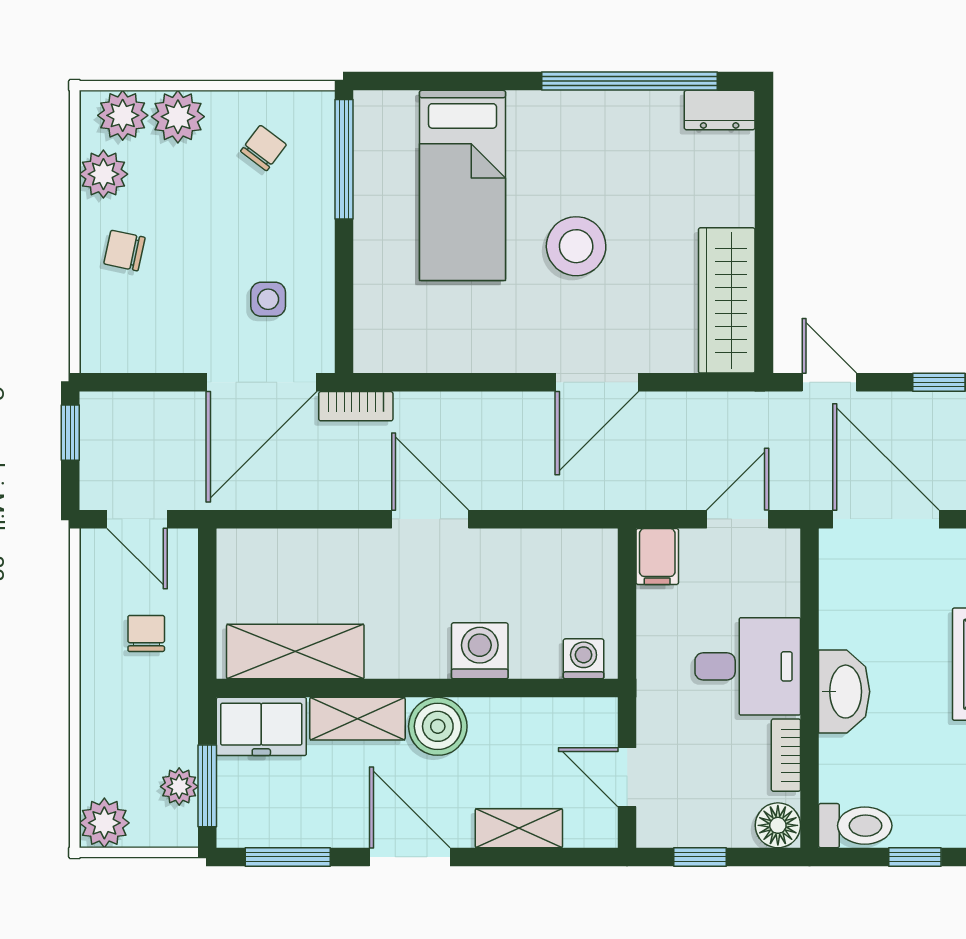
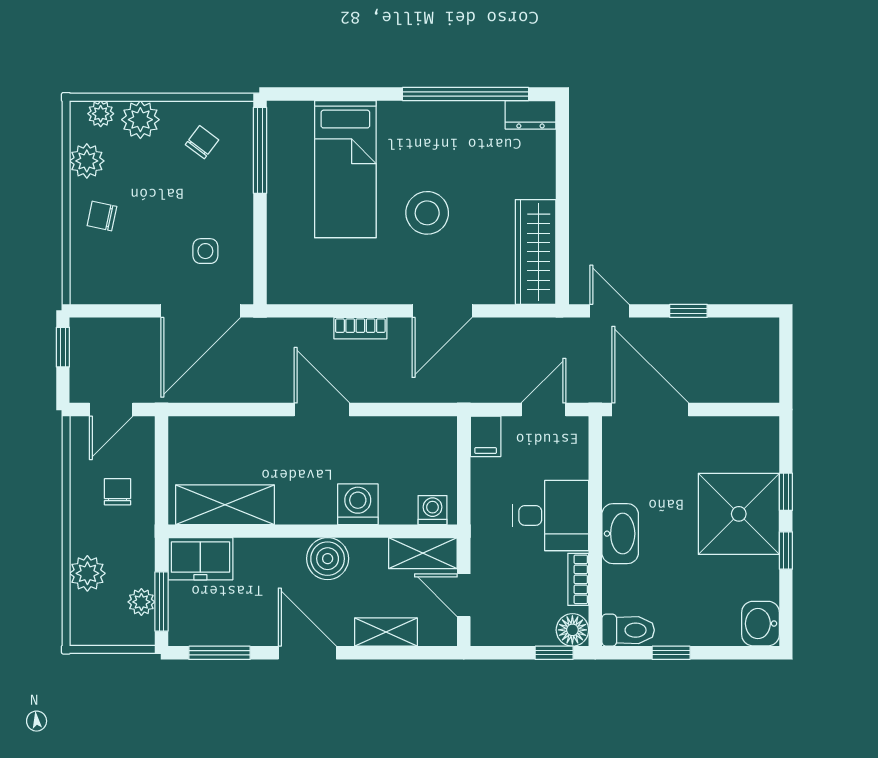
plant: (123, 115) -> (101, 114), width x0.73, depth x0.73
bookcase: (356, 406) -> (360, 328), moved
door: (137, 519) -> (111, 410), hinge flipped
shelving: (357, 719) -> (423, 553), moved
plant: (104, 823) -> (87, 573), moved
window: (700, 857) -> (554, 653), moved

